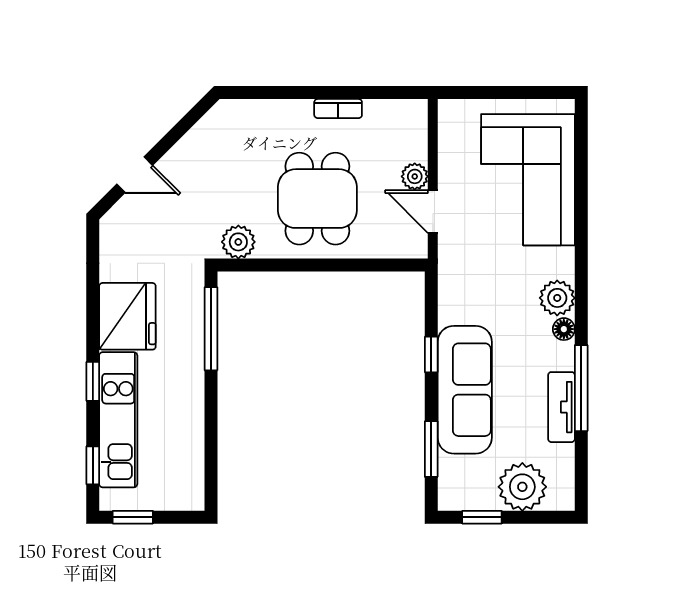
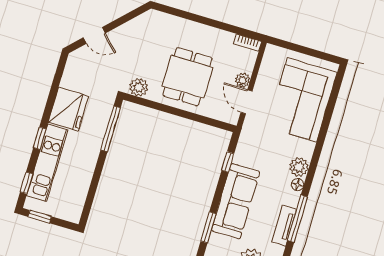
bookcase: (338, 109) -> (248, 43), moved
window: (431, 355) -> (228, 162), moved

